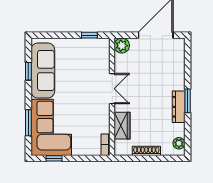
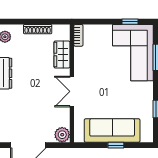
window: (89, 35) -> (116, 145), moved
sofa: (43, 70) -> (112, 131), moved, turned 90

